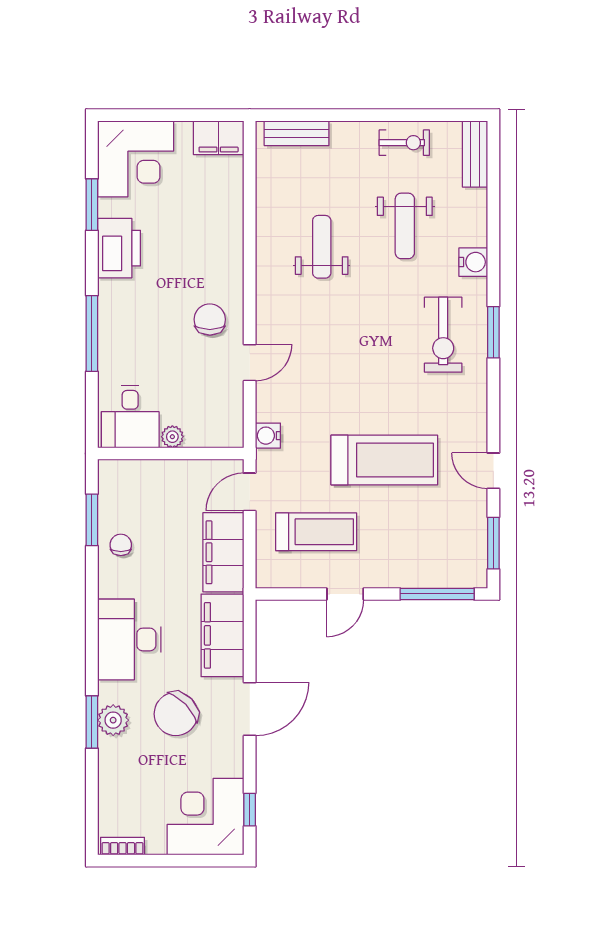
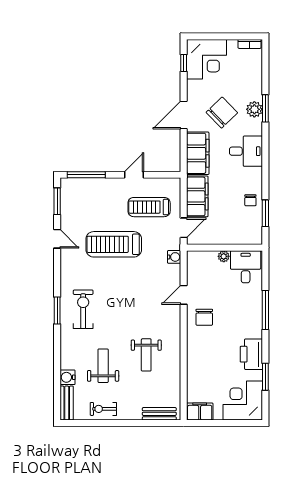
water cooler: (473, 262) -> (68, 377), moved
desk: (129, 639) -> (246, 151), width x0.73

